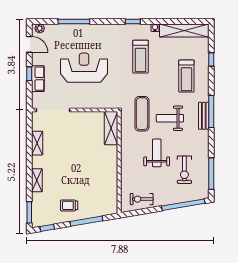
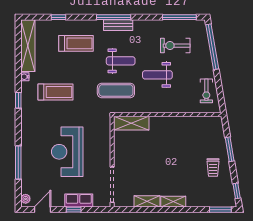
weight bench: (170, 118) -> (121, 61), turned -90
exercise bike: (184, 170) -> (175, 46), turned 180
shelving: (37, 180) -> (173, 202), moved
window: (86, 221) -> (230, 149), width x0.69

